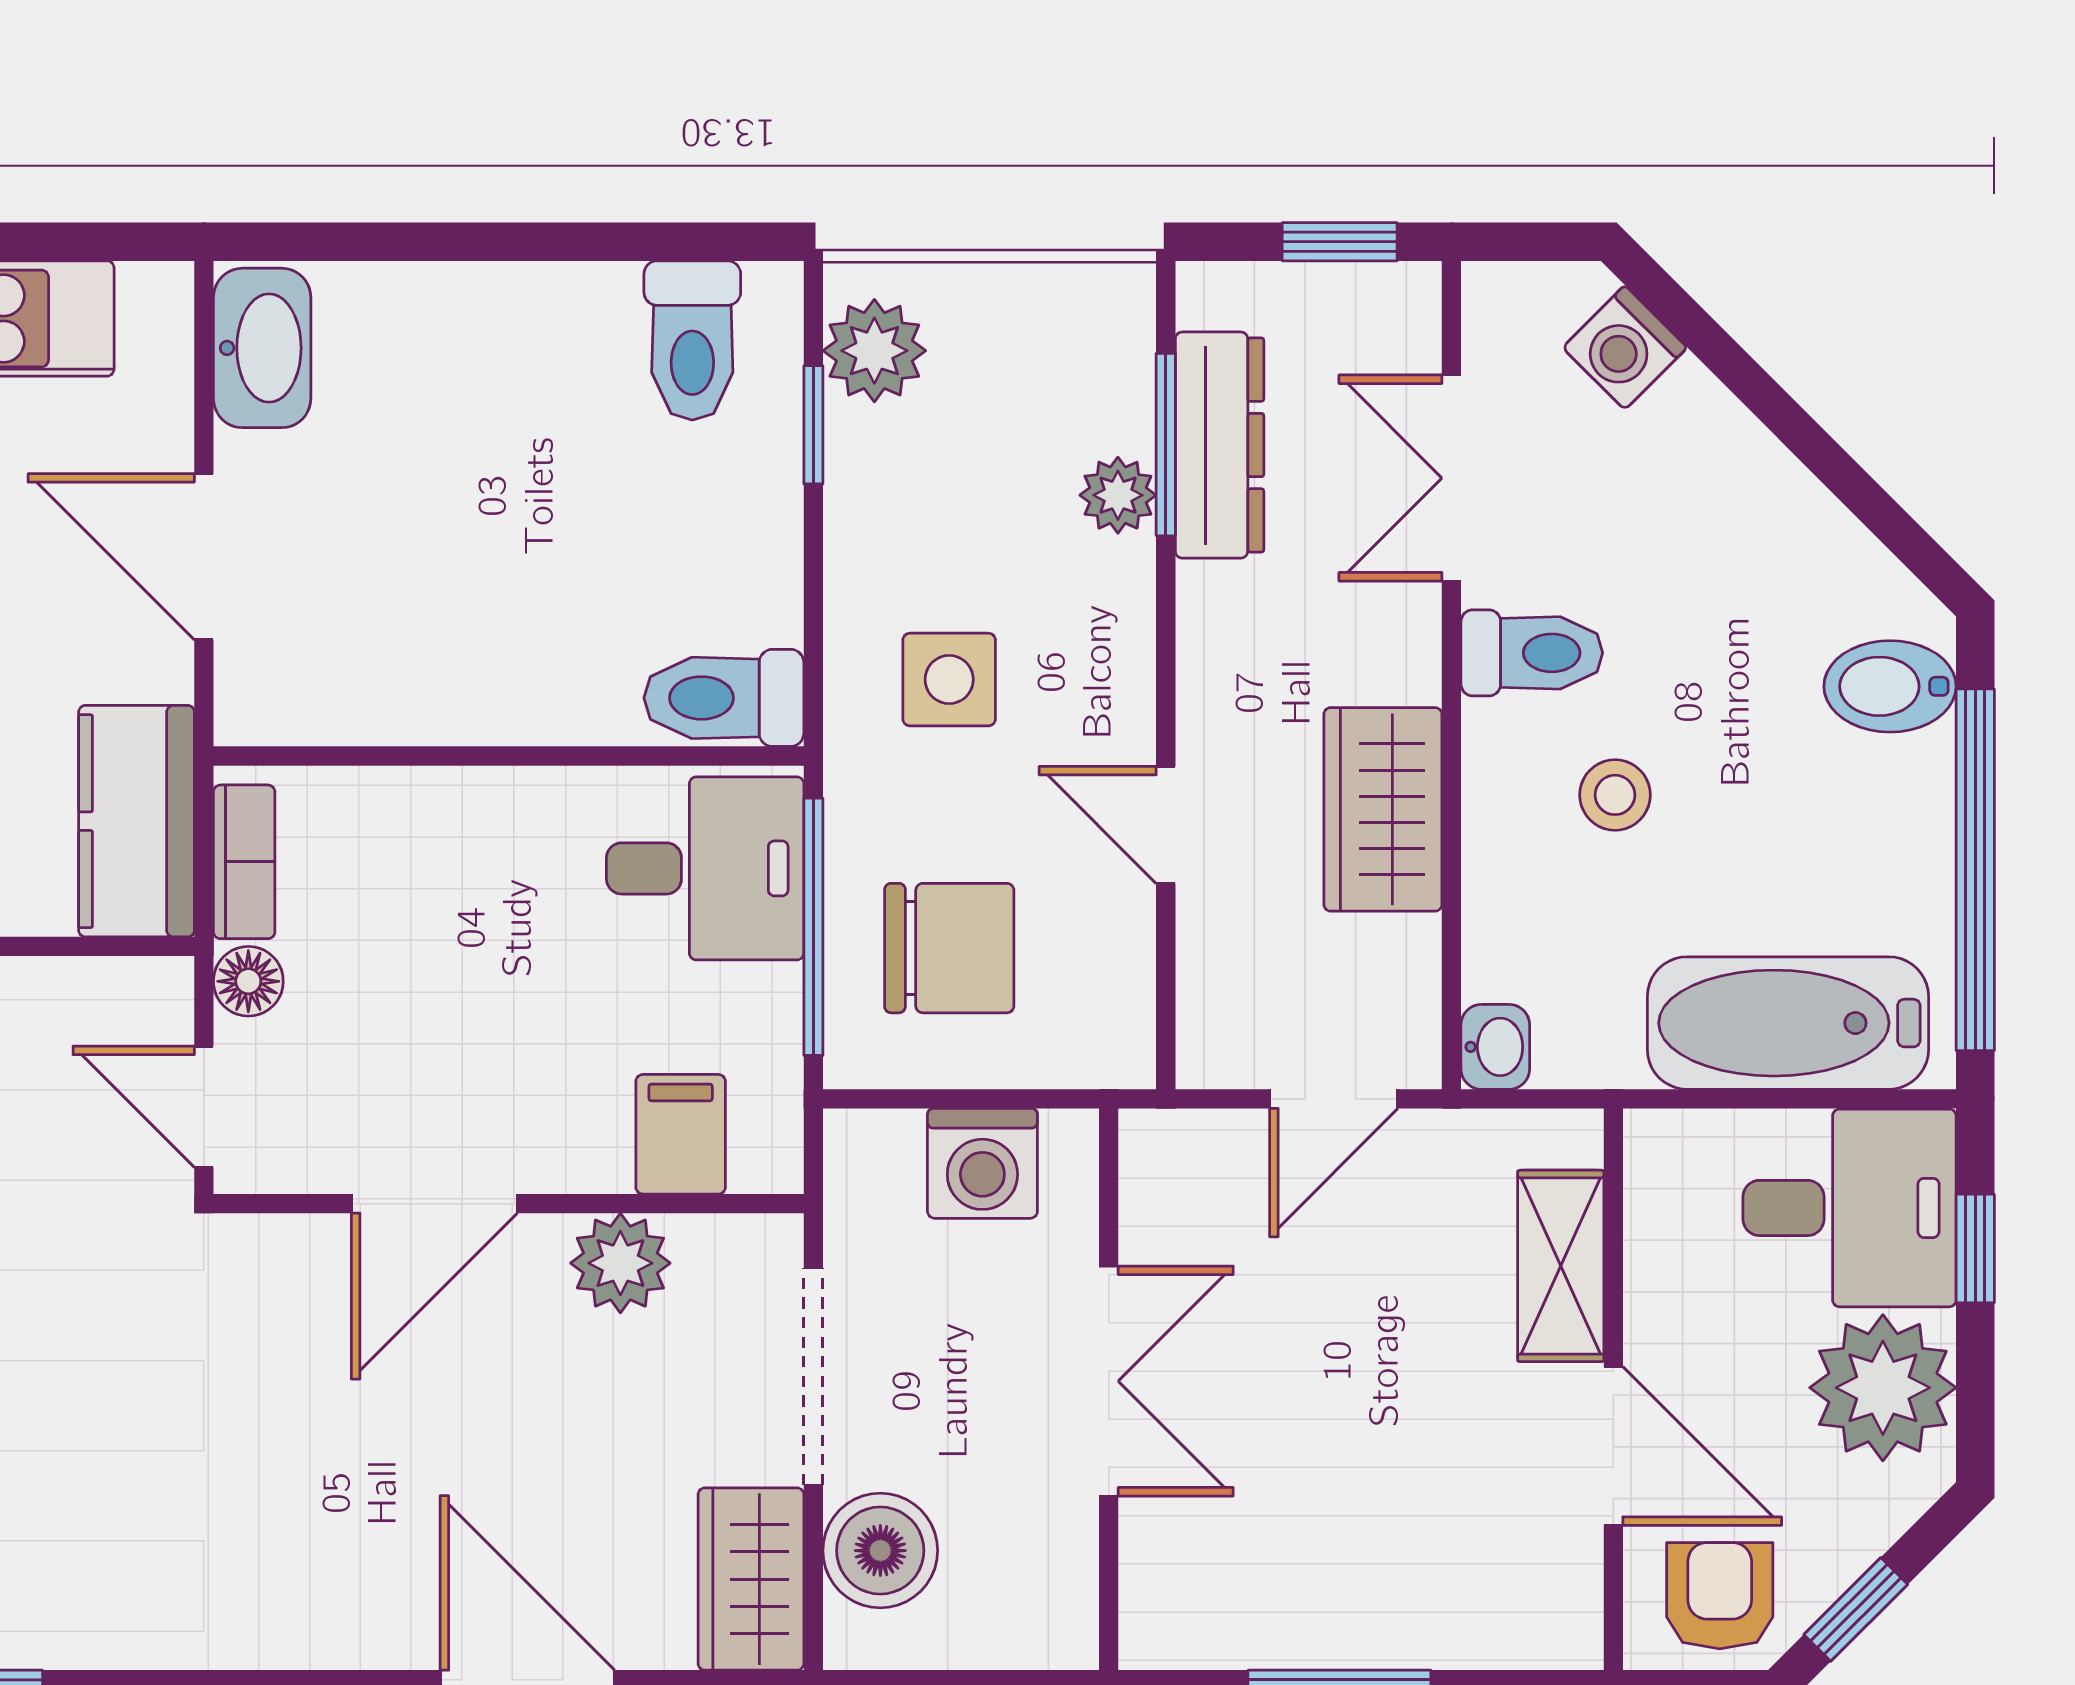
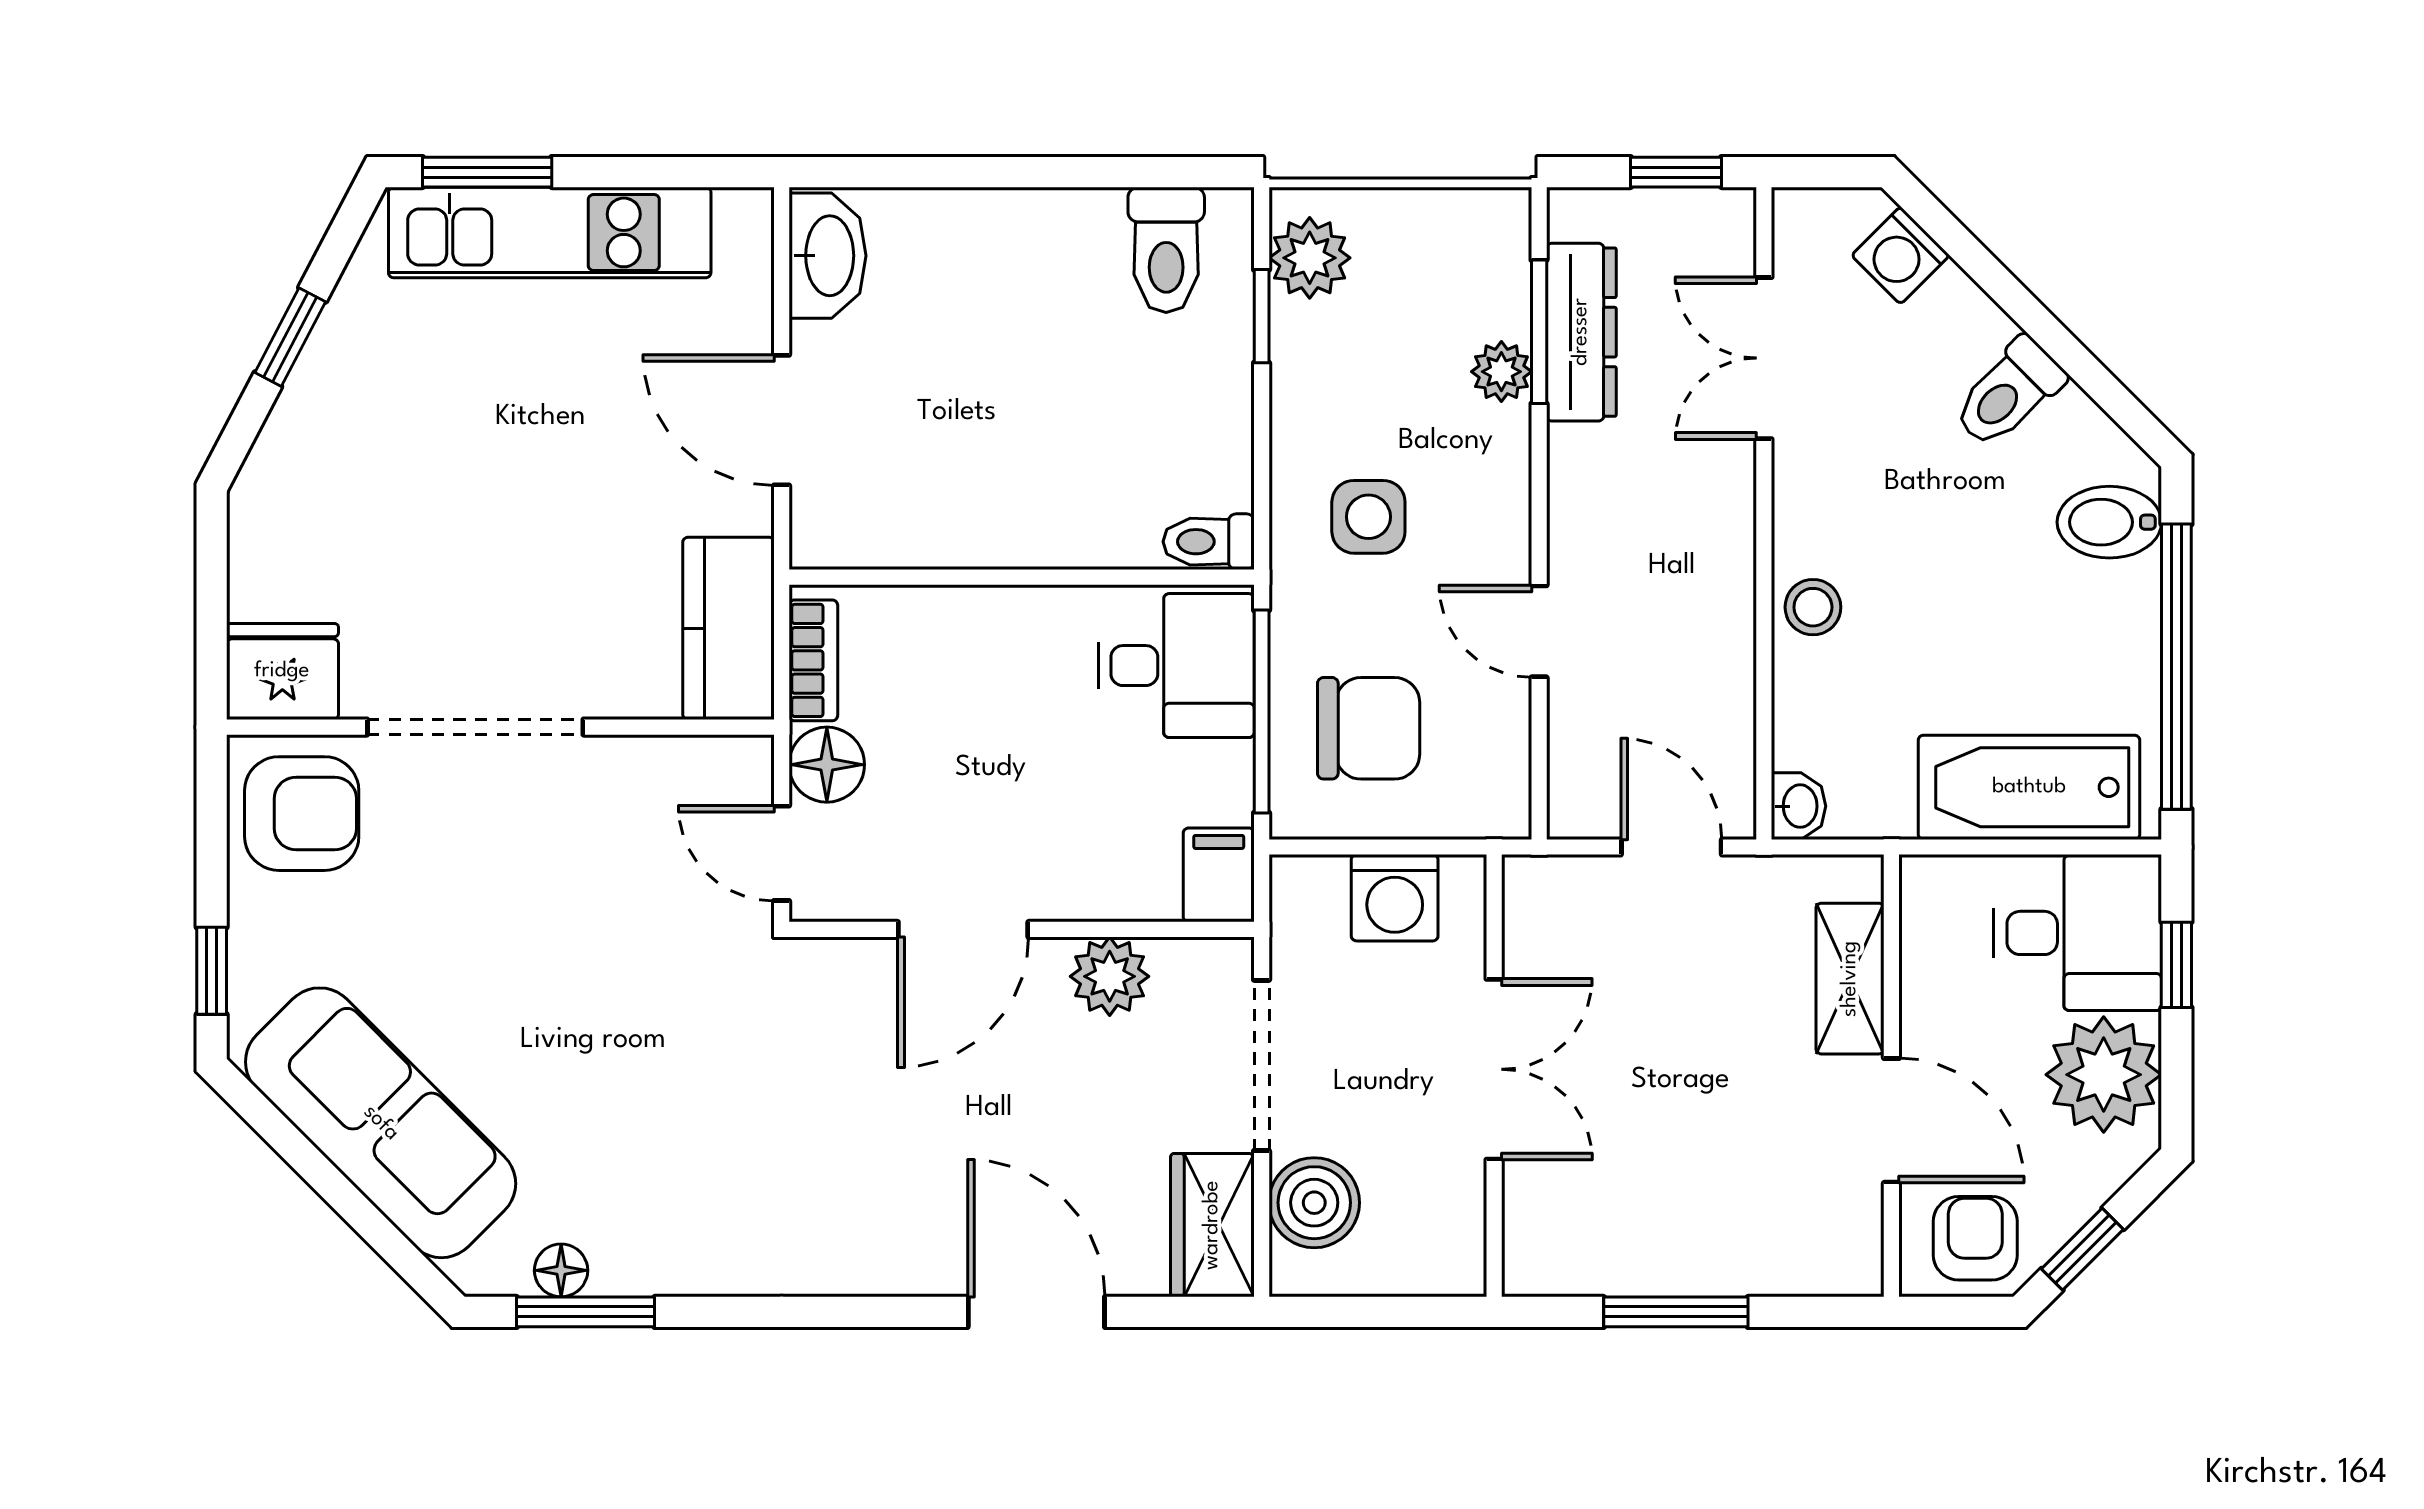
toilet: (1532, 653) -> (2009, 393), moved, turned 135
toilet: (724, 698) -> (1209, 542), width x0.73, depth x0.72
stool: (1615, 795) -> (1813, 607), moved
wardrobe: (1383, 809) -> (1710, 619), removed
floor lamp: (248, 981) -> (827, 765), width x1.37, depth x1.37
door: (1334, 1099) -> (1671, 847), swing flipped
filing cabinet: (681, 1134) -> (1219, 875), moved

